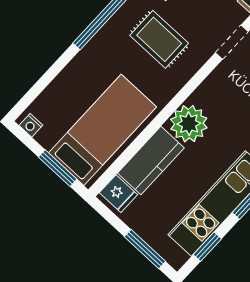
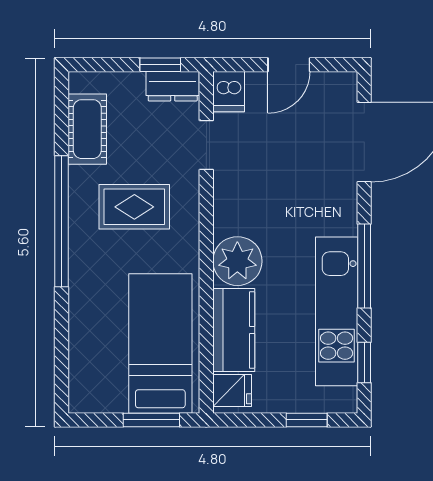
nightstand: (31, 125) -> (88, 403), removed
window: (145, 249) -> (307, 420), width x0.67

